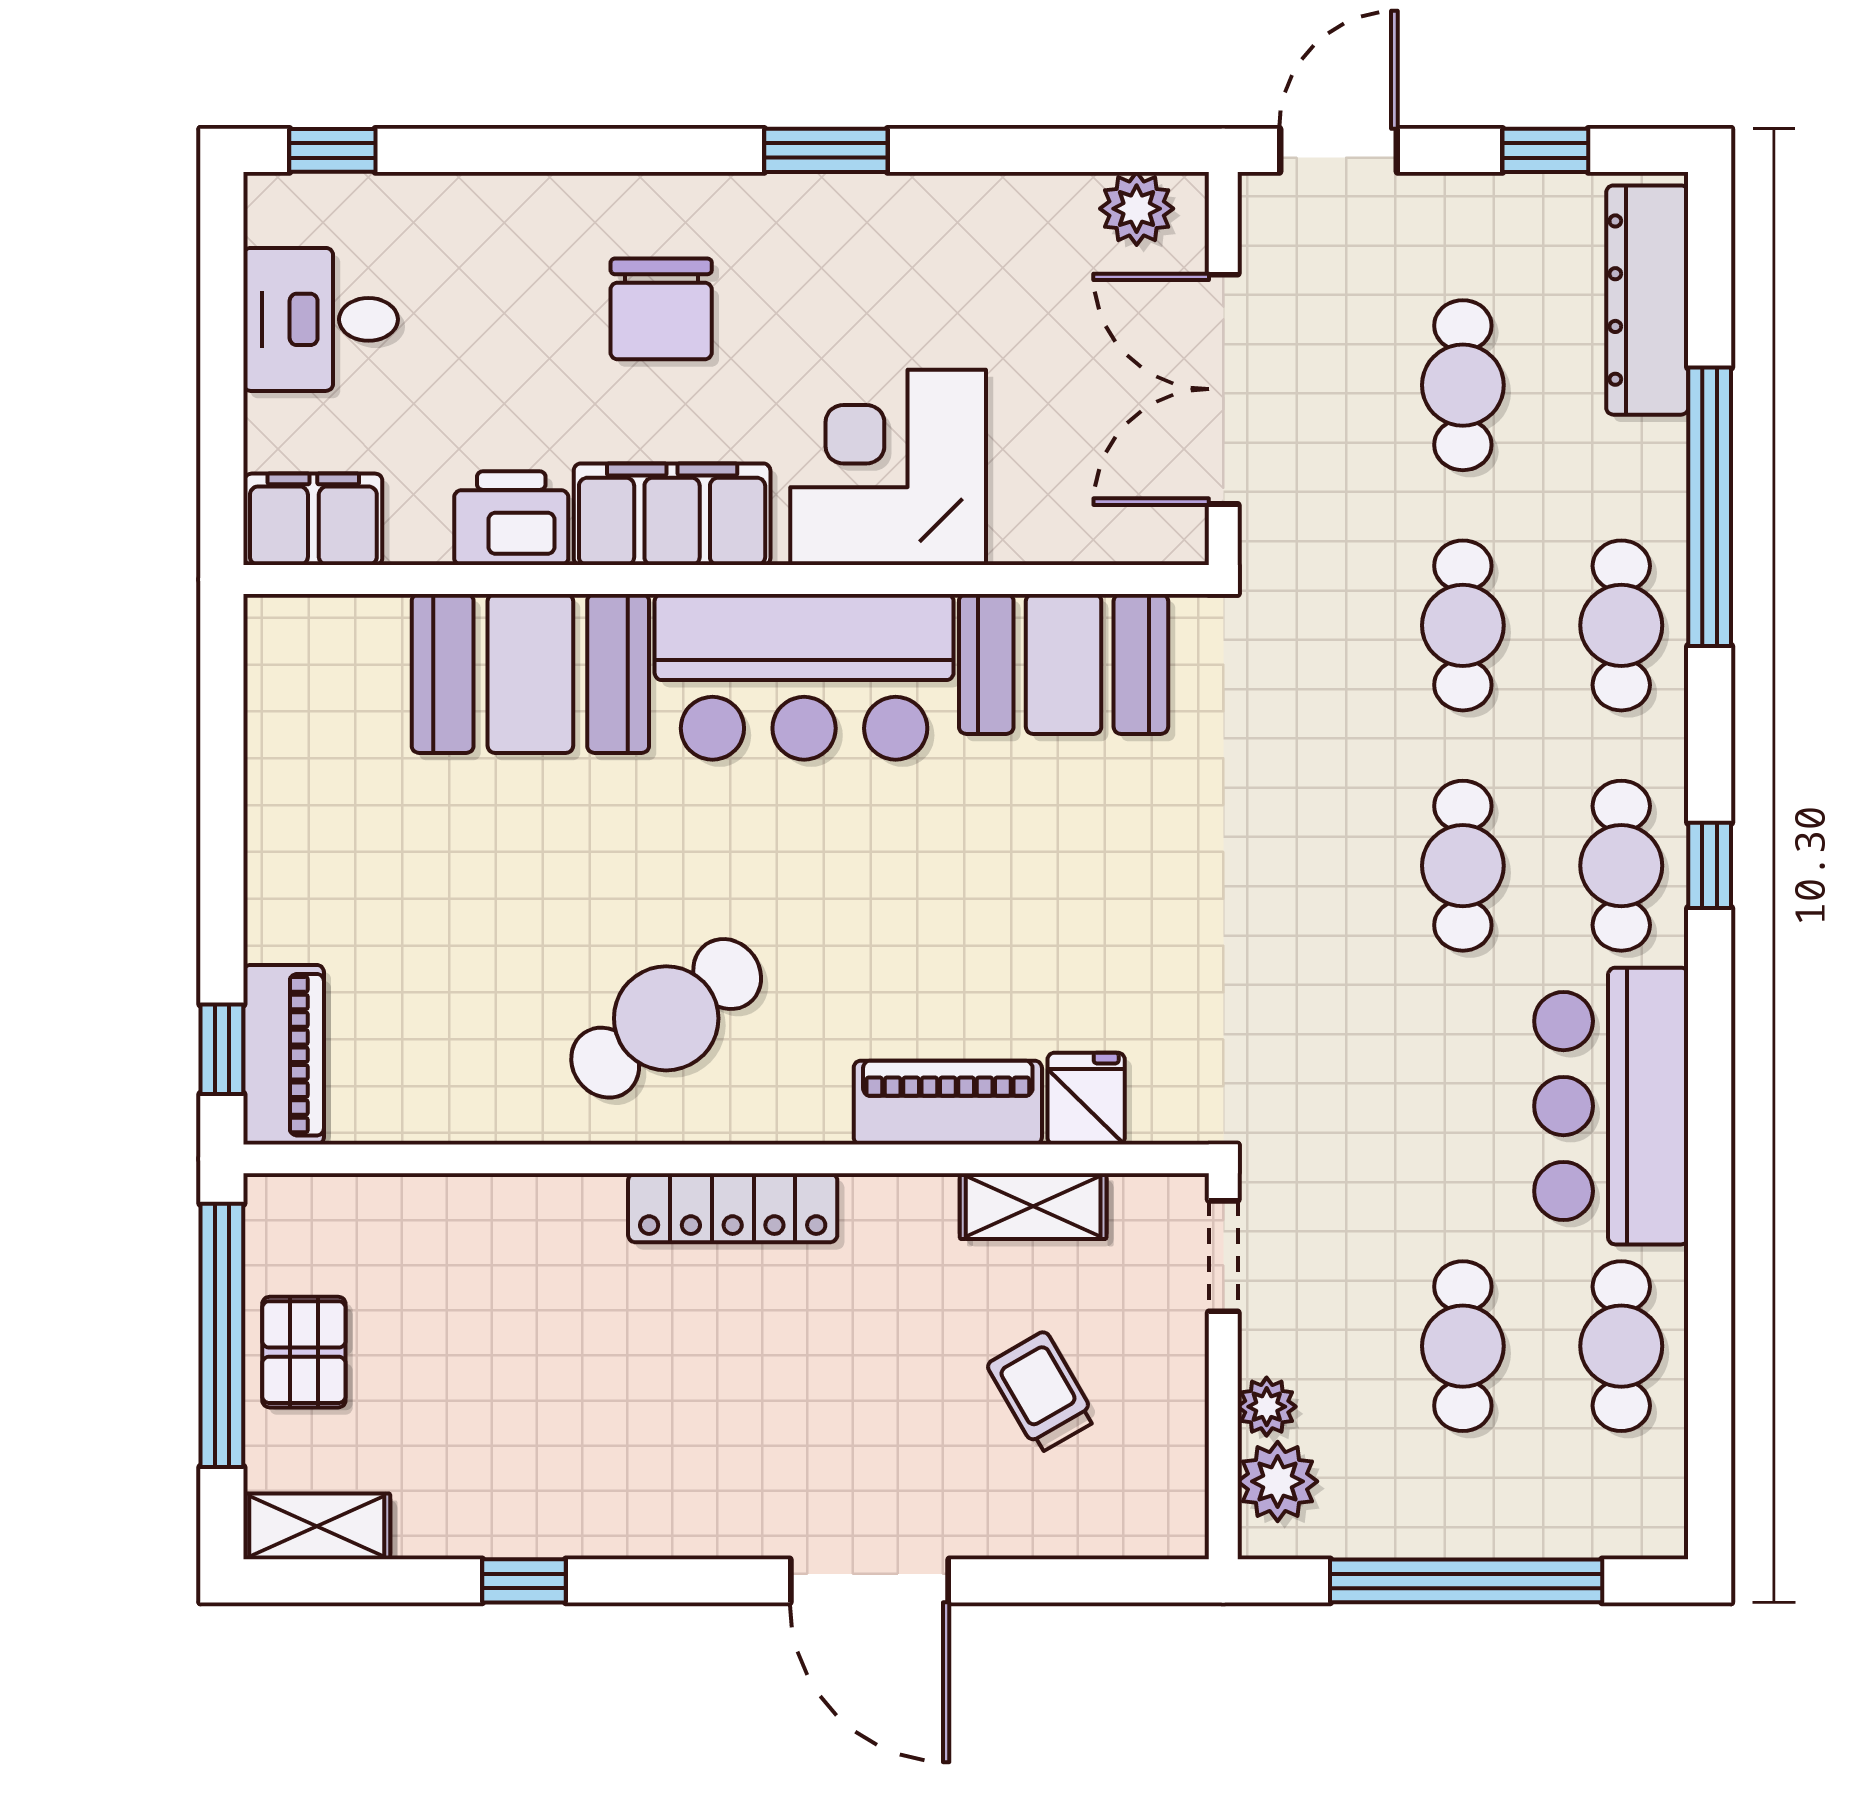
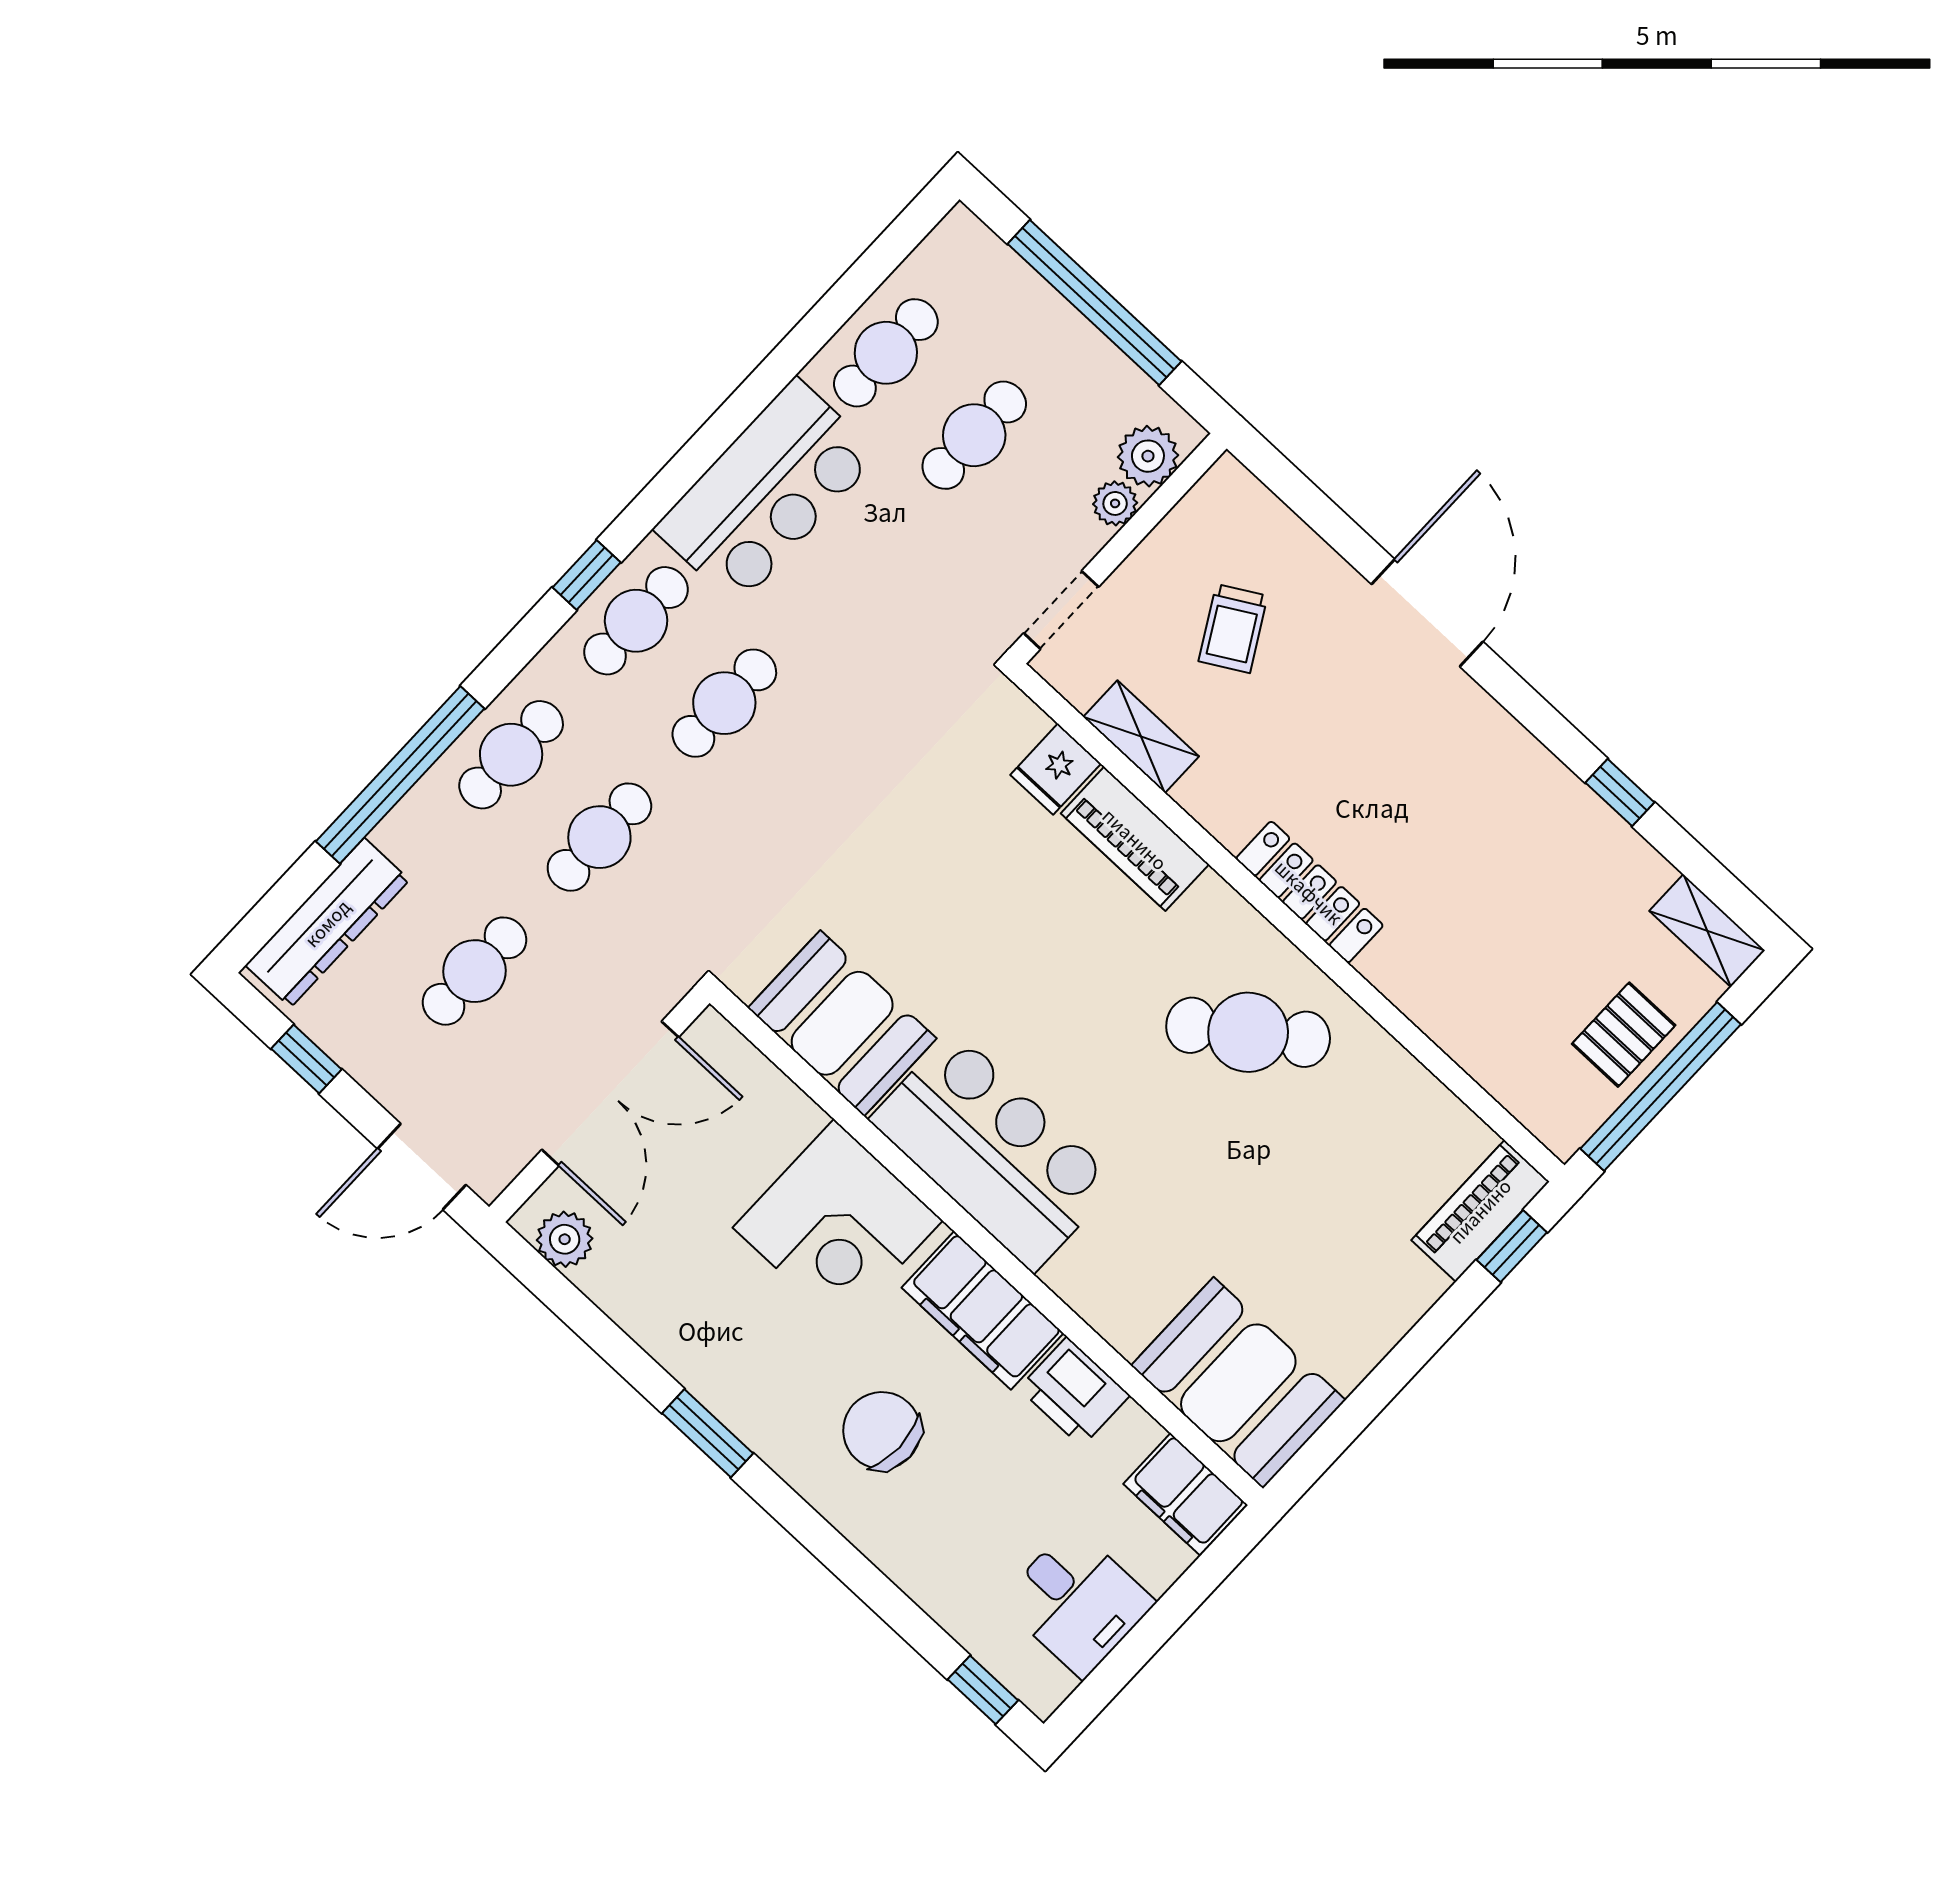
chair: (661, 309) -> (882, 1431), turned -90
booth: (530, 673) -> (1238, 1383), moved

